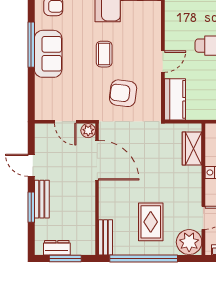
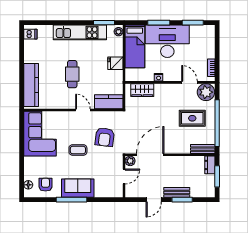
dresser: (57, 248) -> (210, 165), moved

